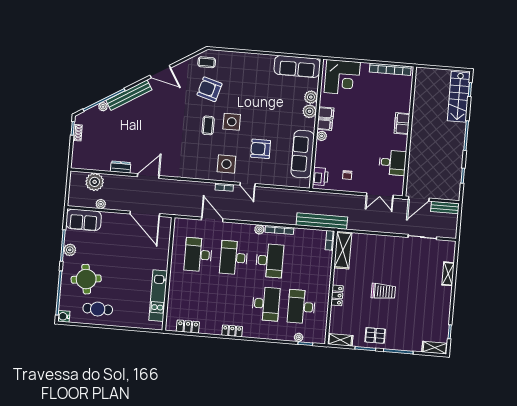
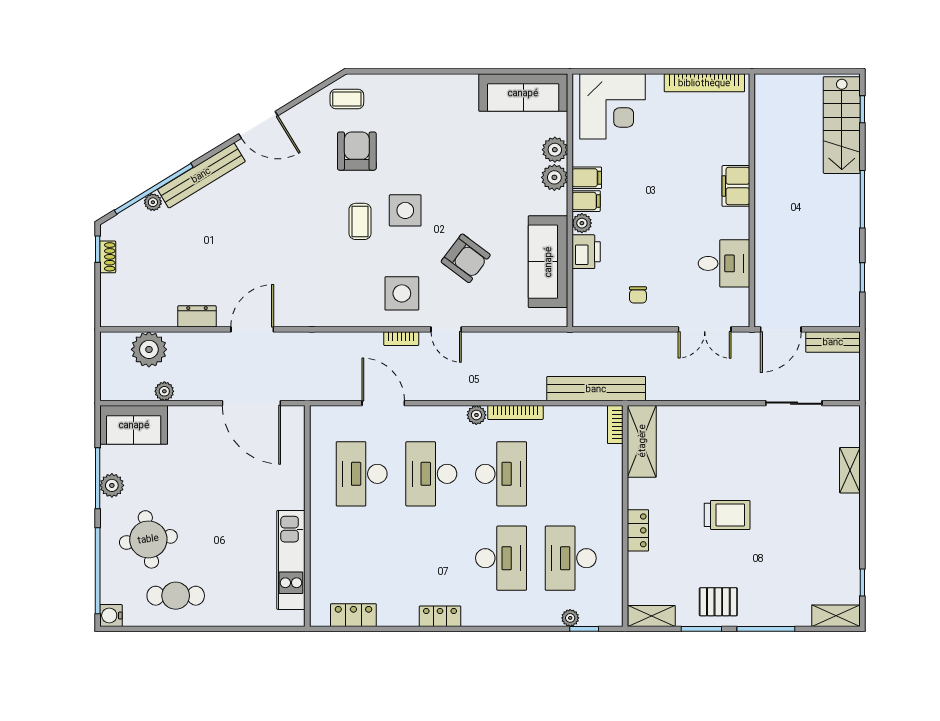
armchair: (209, 89) -> (357, 151), turned 74
armchair: (261, 149) -> (466, 258), turned -143
printer: (320, 176) -> (586, 252), moved

